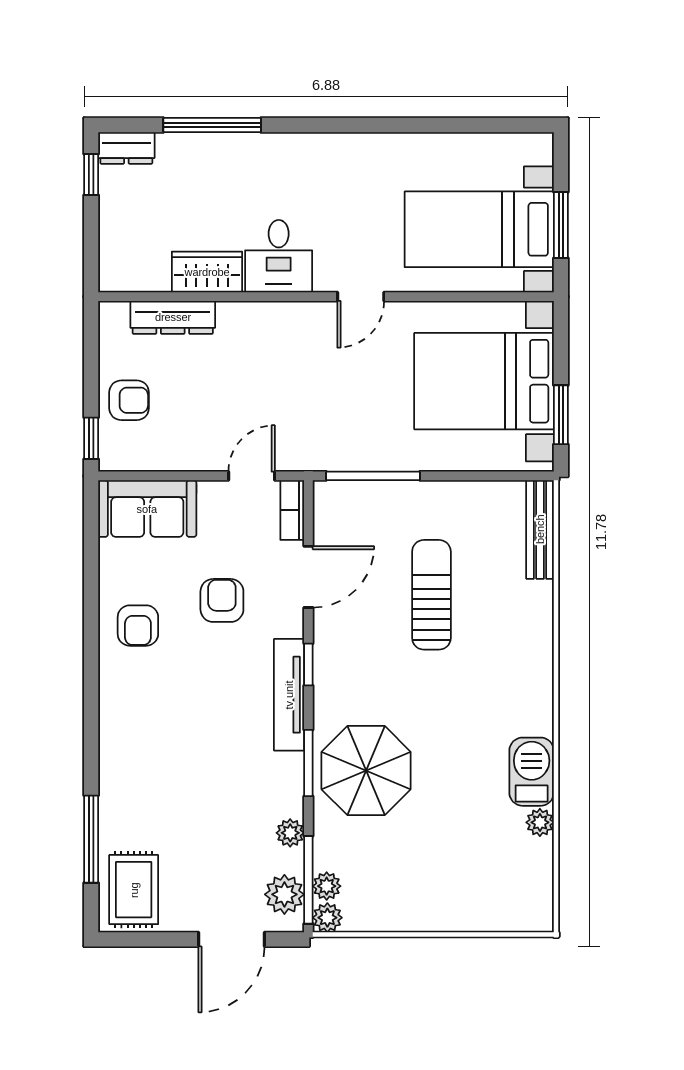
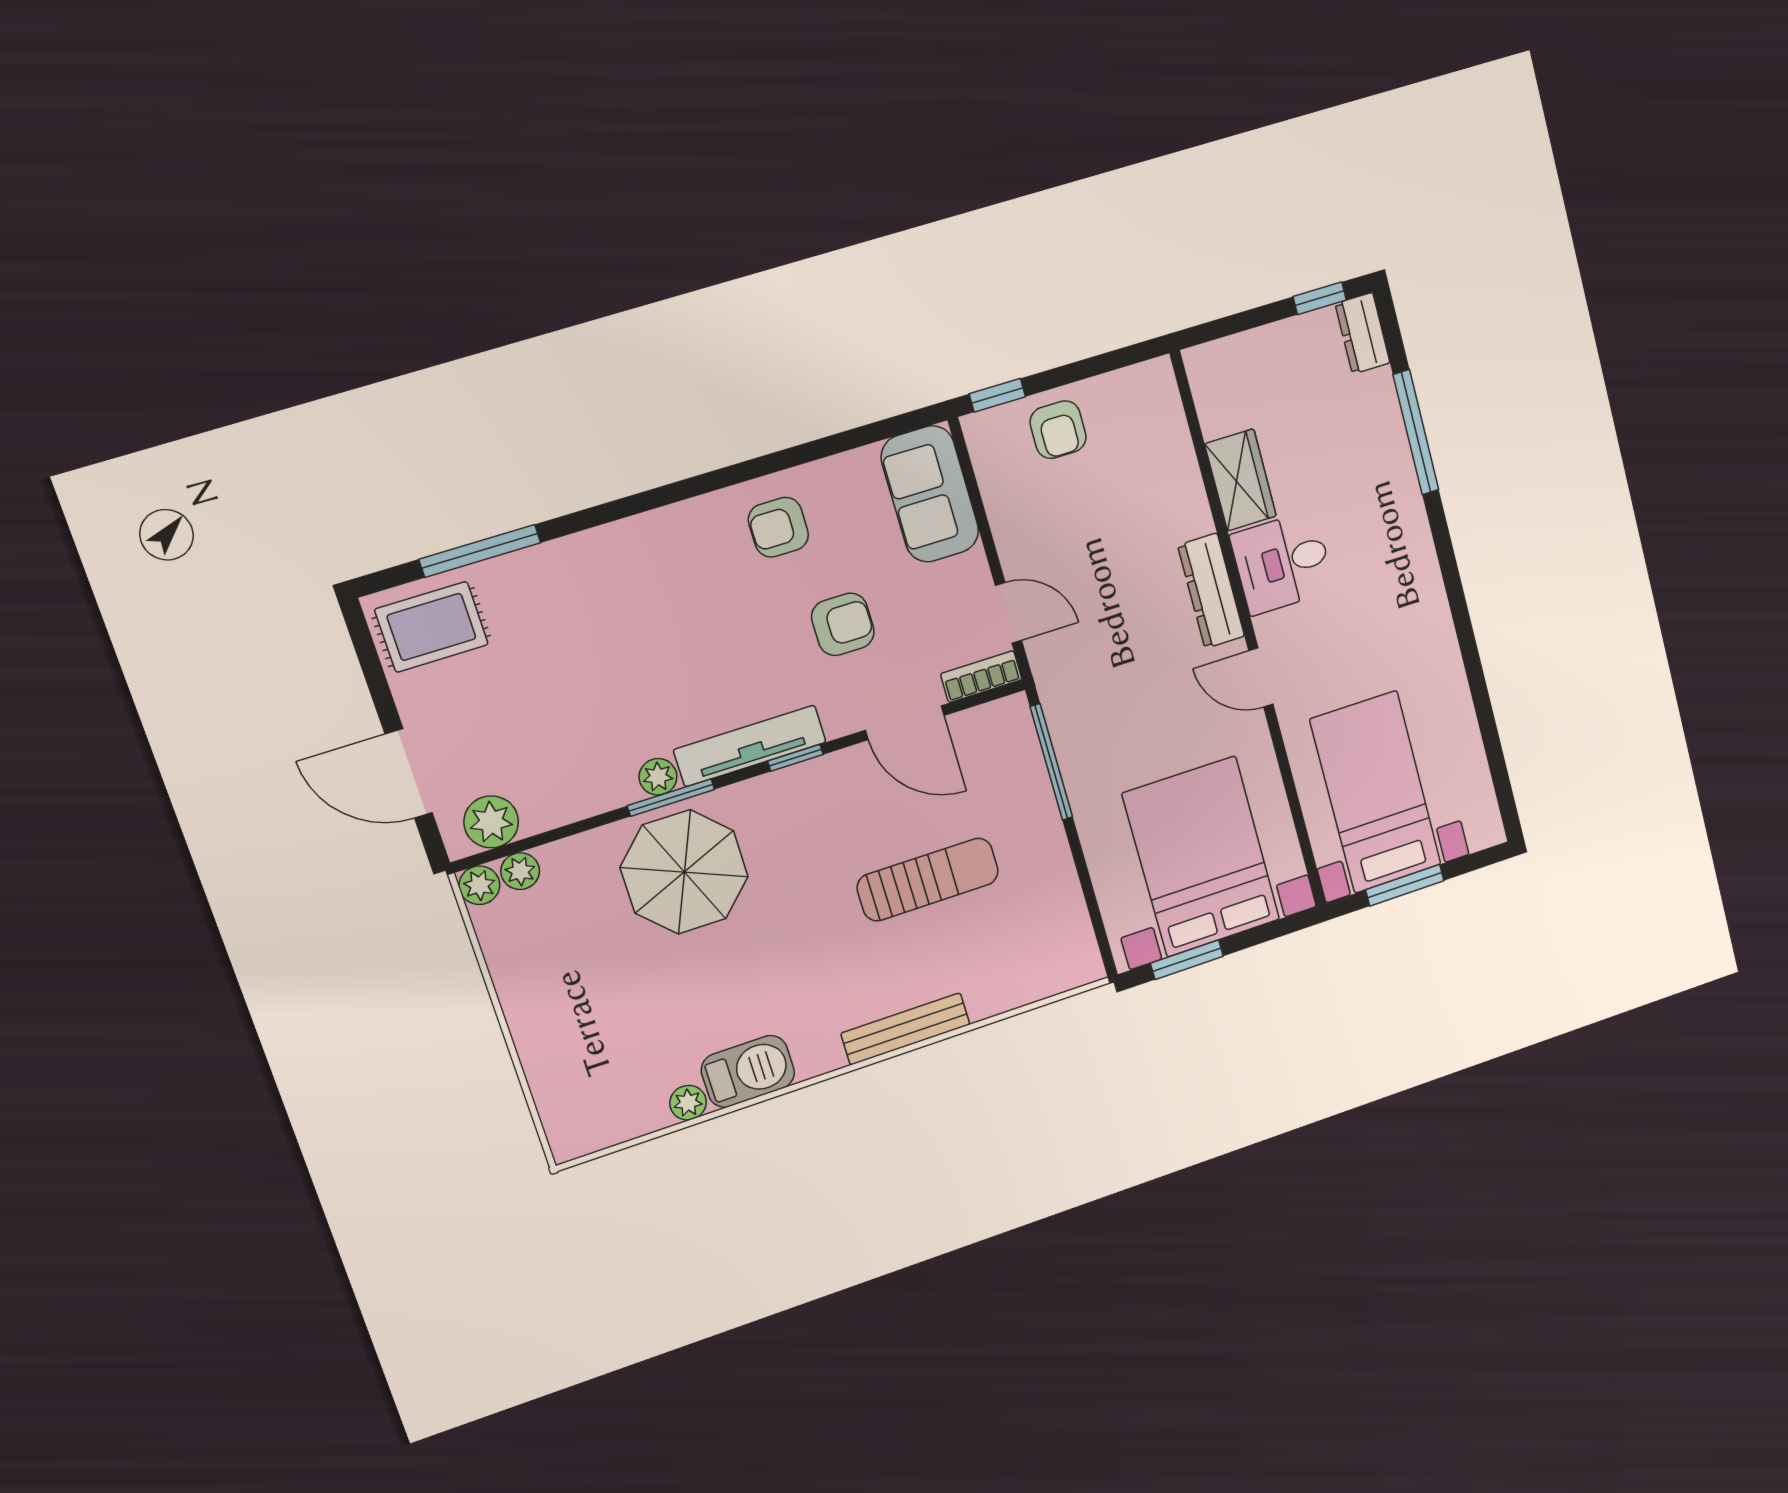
dresser: (173, 317) -> (1211, 591), moved
bench: (540, 529) -> (905, 1029), moved
plant: (290, 833) -> (658, 777), moved
window: (308, 880) -> (520, 846), removed

